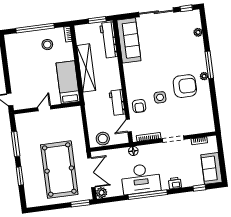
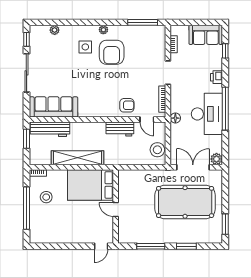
window: (209, 65) -> (143, 22), moved
bed: (68, 82) -> (90, 185), width x1.50
armchair: (185, 86) -> (112, 52), turned 180
side table: (160, 97) -> (85, 47), moved
window: (80, 203) -> (225, 224), moved

